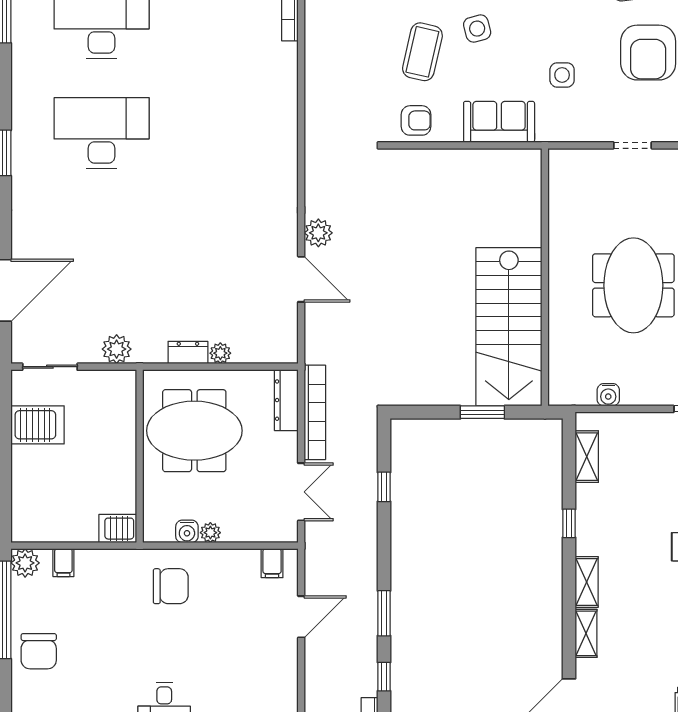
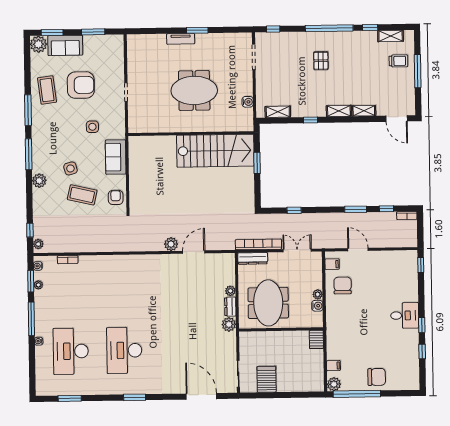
plant: (117, 349) -> (229, 324), moved
chair: (171, 586) -> (343, 285), moved

